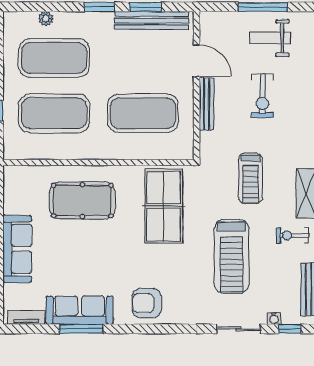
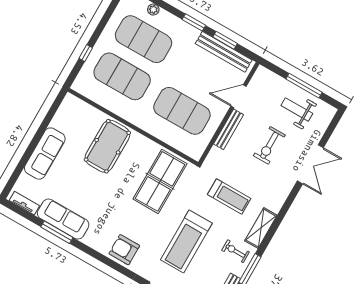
door: (197, 61) -> (239, 96), swing flipped
treadmill: (250, 179) -> (229, 196), turned -90
pool table: (82, 201) -> (107, 146), turned 90
armchair: (147, 303) -> (124, 250), moved

